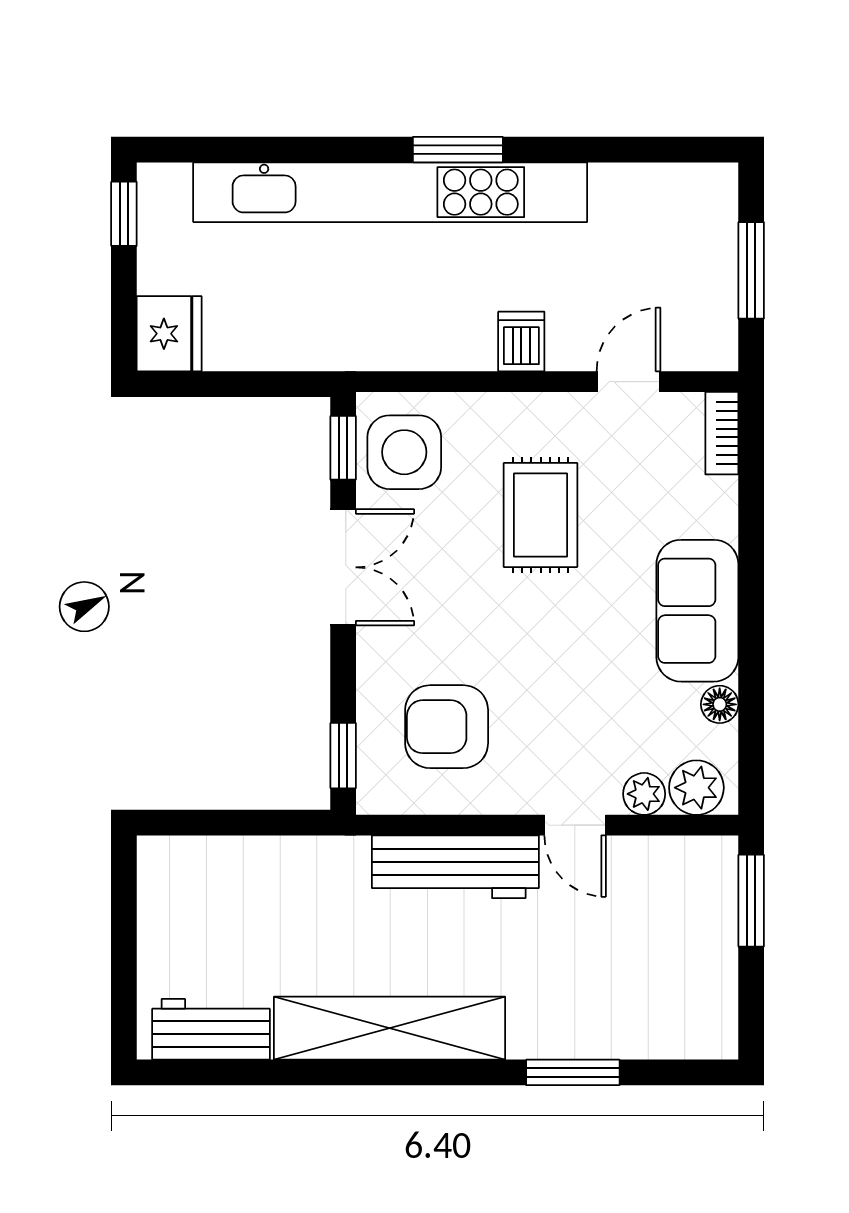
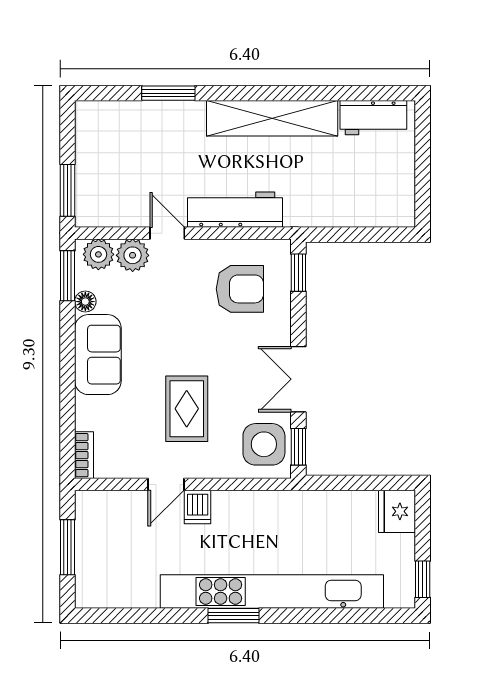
door: (628, 382) -> (166, 484), moved
window: (751, 750) -> (68, 276), added
plant: (644, 794) -> (133, 255), width x1.38, depth x1.38

